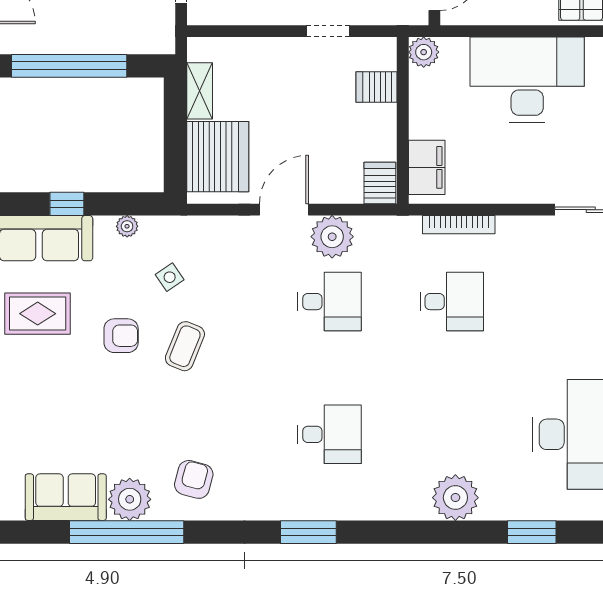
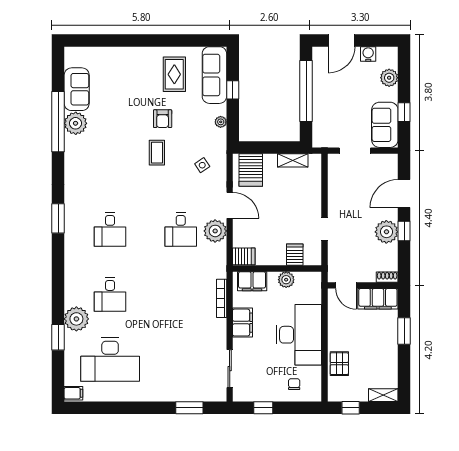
plant: (424, 52) -> (286, 280), moved
server rack: (218, 157) -> (251, 170), width x0.63
filing cabinet: (504, 185) -> (242, 323), added
side table: (170, 277) -> (202, 165), moved
desk: (452, 302) -> (110, 295), moved
coffee table: (185, 346) -> (157, 153), turned 68
armchair: (194, 479) -> (86, 157), removed
plant: (455, 498) -> (76, 319), moved

